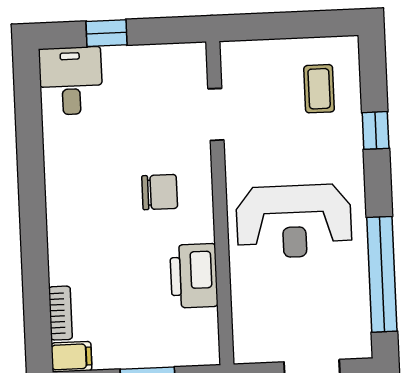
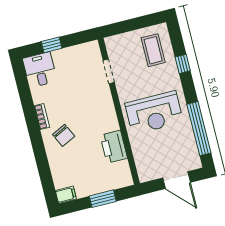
coffee table: (319, 89) -> (153, 50), width x1.36, depth x1.30
chair: (160, 192) -> (64, 135), moved, turned 64
bookcase: (61, 313) -> (42, 116), moved

